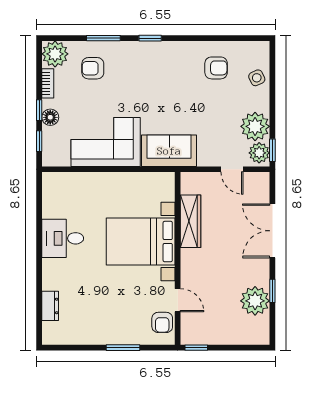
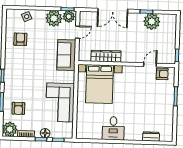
sofa: (169, 151) -> (66, 55), moved
bed with nightstands: (141, 242) -> (99, 84), moved

